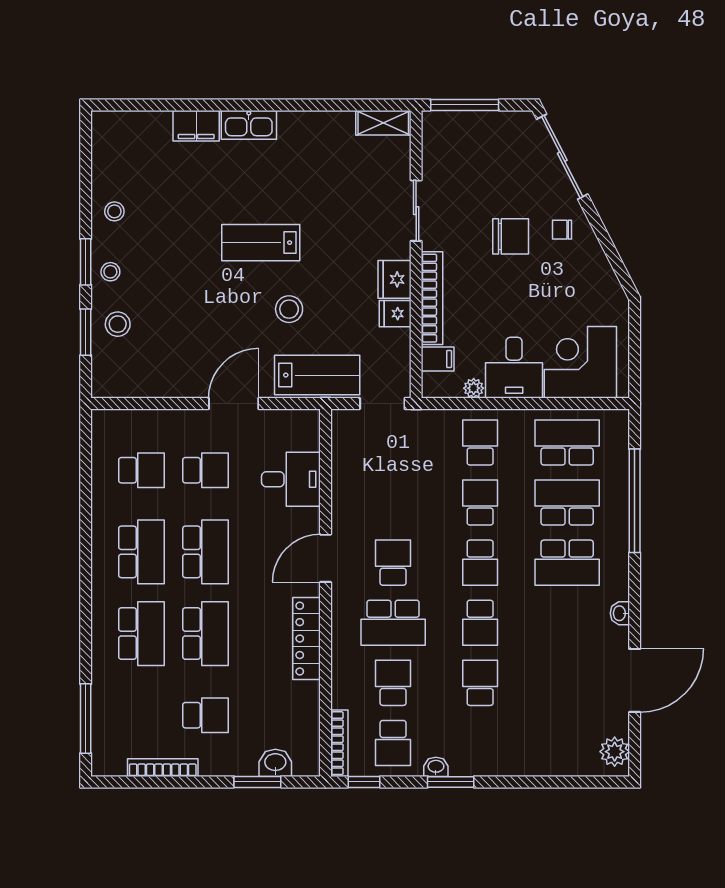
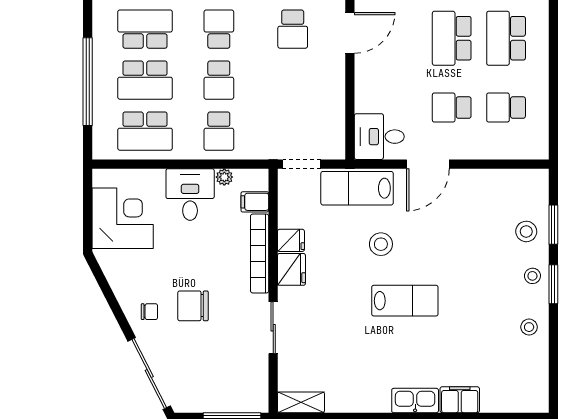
corner desk: (580, 362) -> (123, 218), moved, turned -90
desk: (291, 479) -> (379, 137), moved

